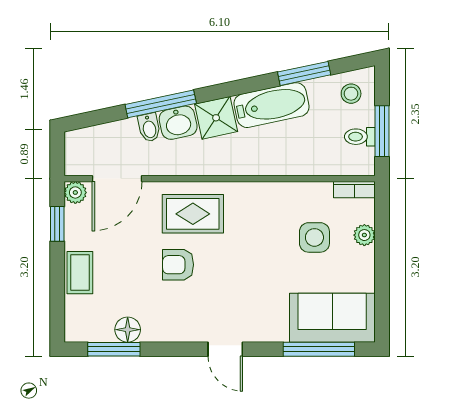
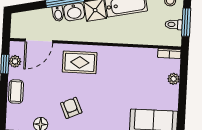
plant: (75, 192) -> (15, 61), moved
side table: (314, 237) -> (146, 79), removed
armchair: (178, 265) -> (71, 108), moved, turned 66

